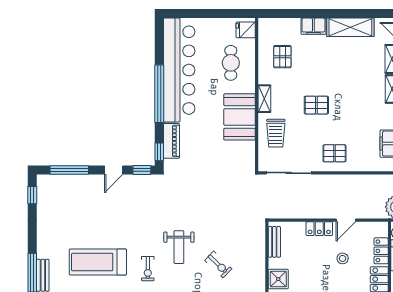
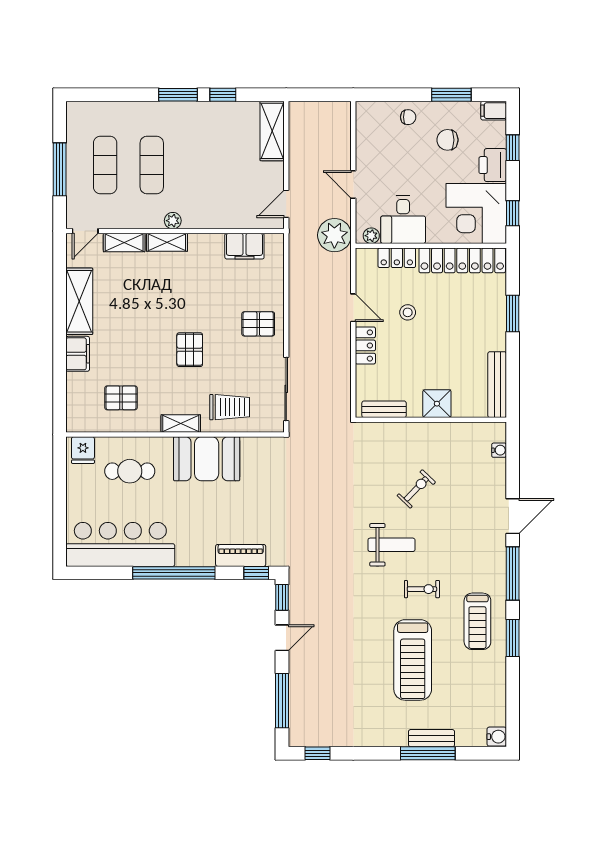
bar counter: (179, 70) -> (120, 544), width x0.73
pallet: (334, 153) -> (258, 324), turned 90
door: (114, 170) -> (282, 638), hinge flipped

